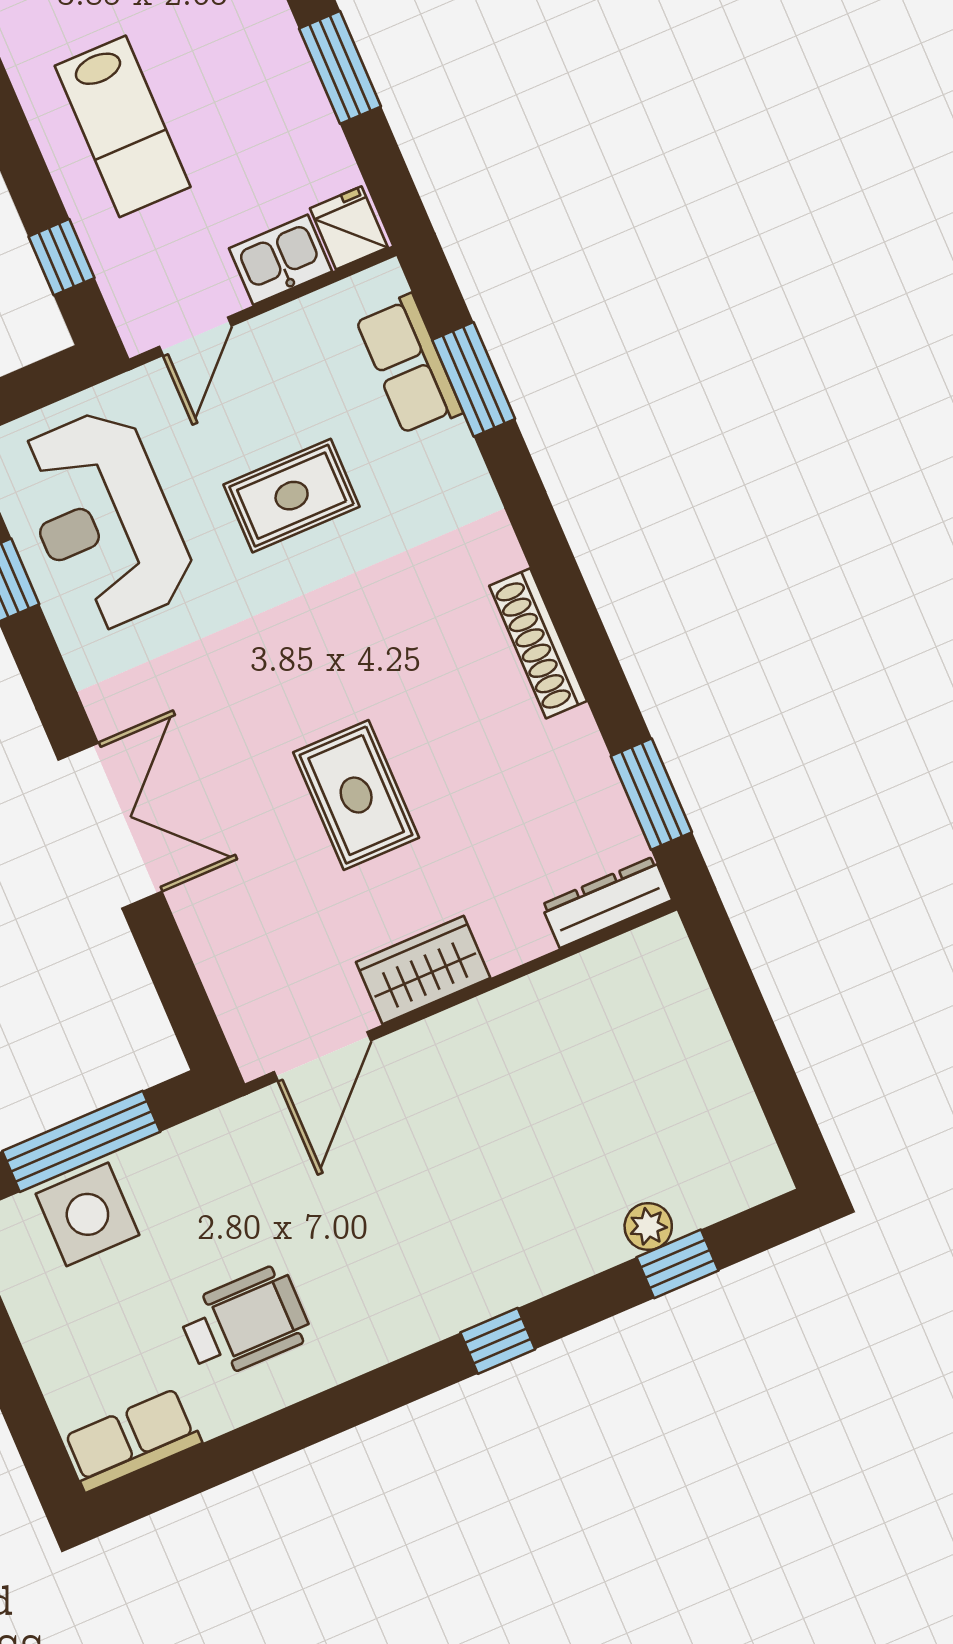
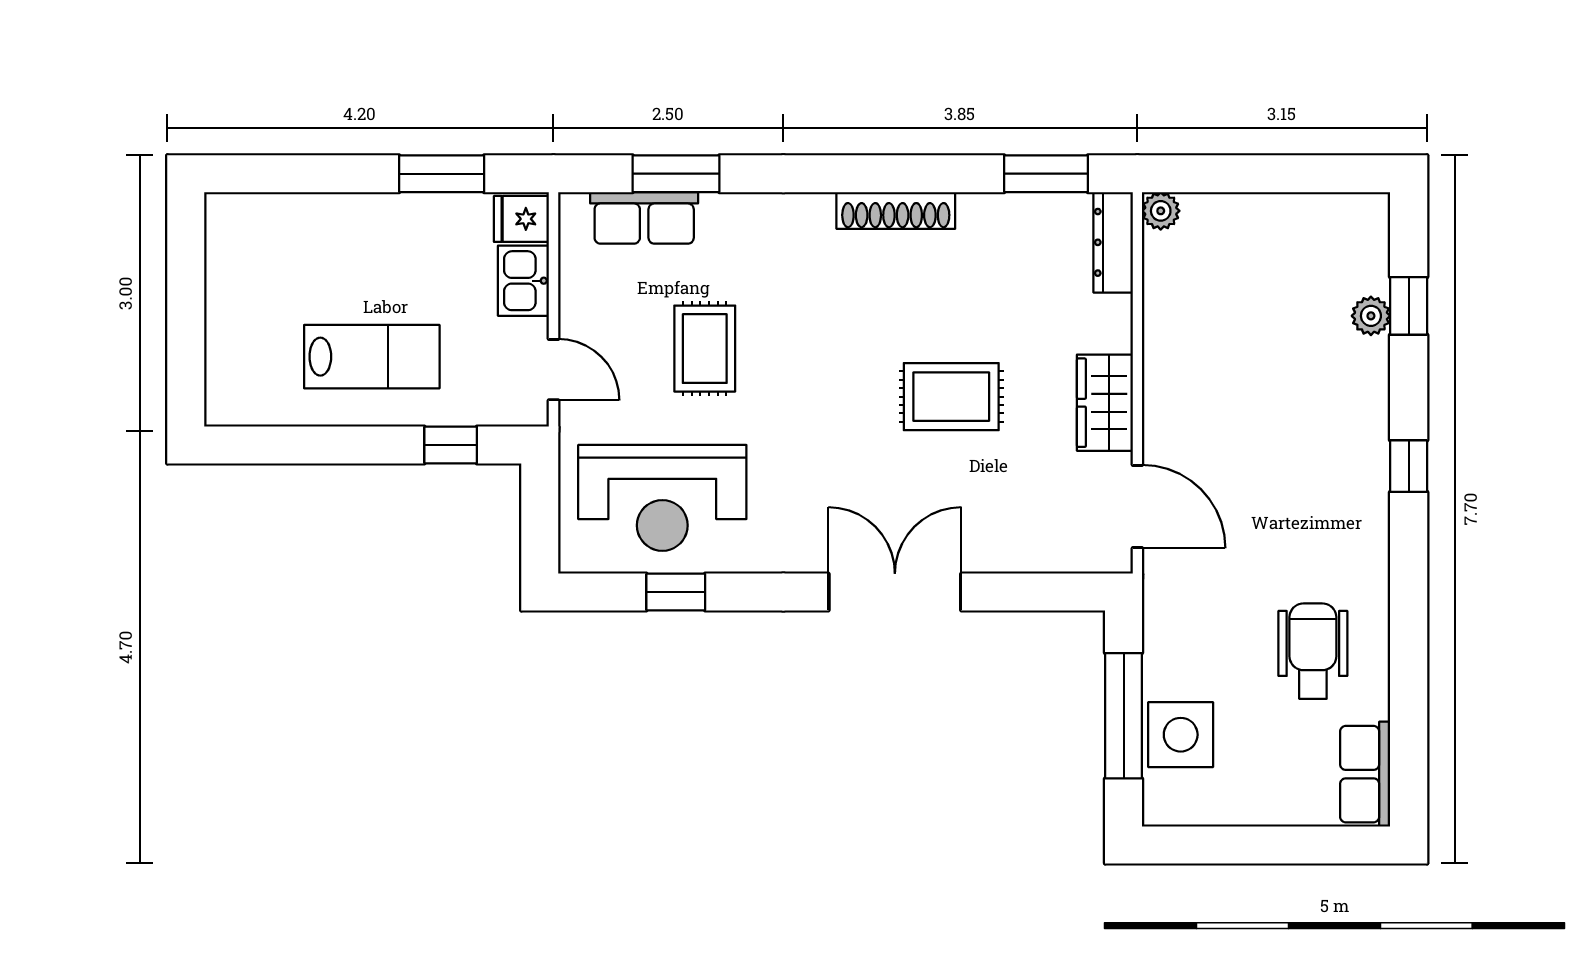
window: (340, 67) -> (442, 174), moved
plant: (665, 941) -> (1161, 211), added

